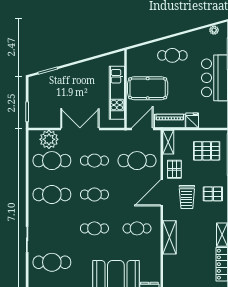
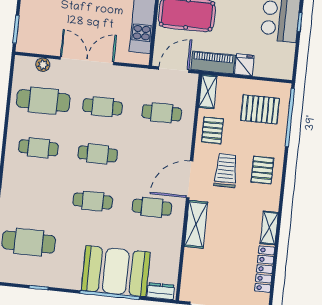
plant: (49, 139) -> (43, 65), width x0.53, depth x0.53
cafe table: (137, 161) -> (162, 113), width x0.73, depth x0.74
door: (162, 193) -> (190, 179), moved
cafe table: (52, 194) -> (38, 148), width x0.73, depth x0.74
pallet: (213, 194) -> (262, 170), turned 90
trolley: (187, 197) -> (226, 171), turned 180

